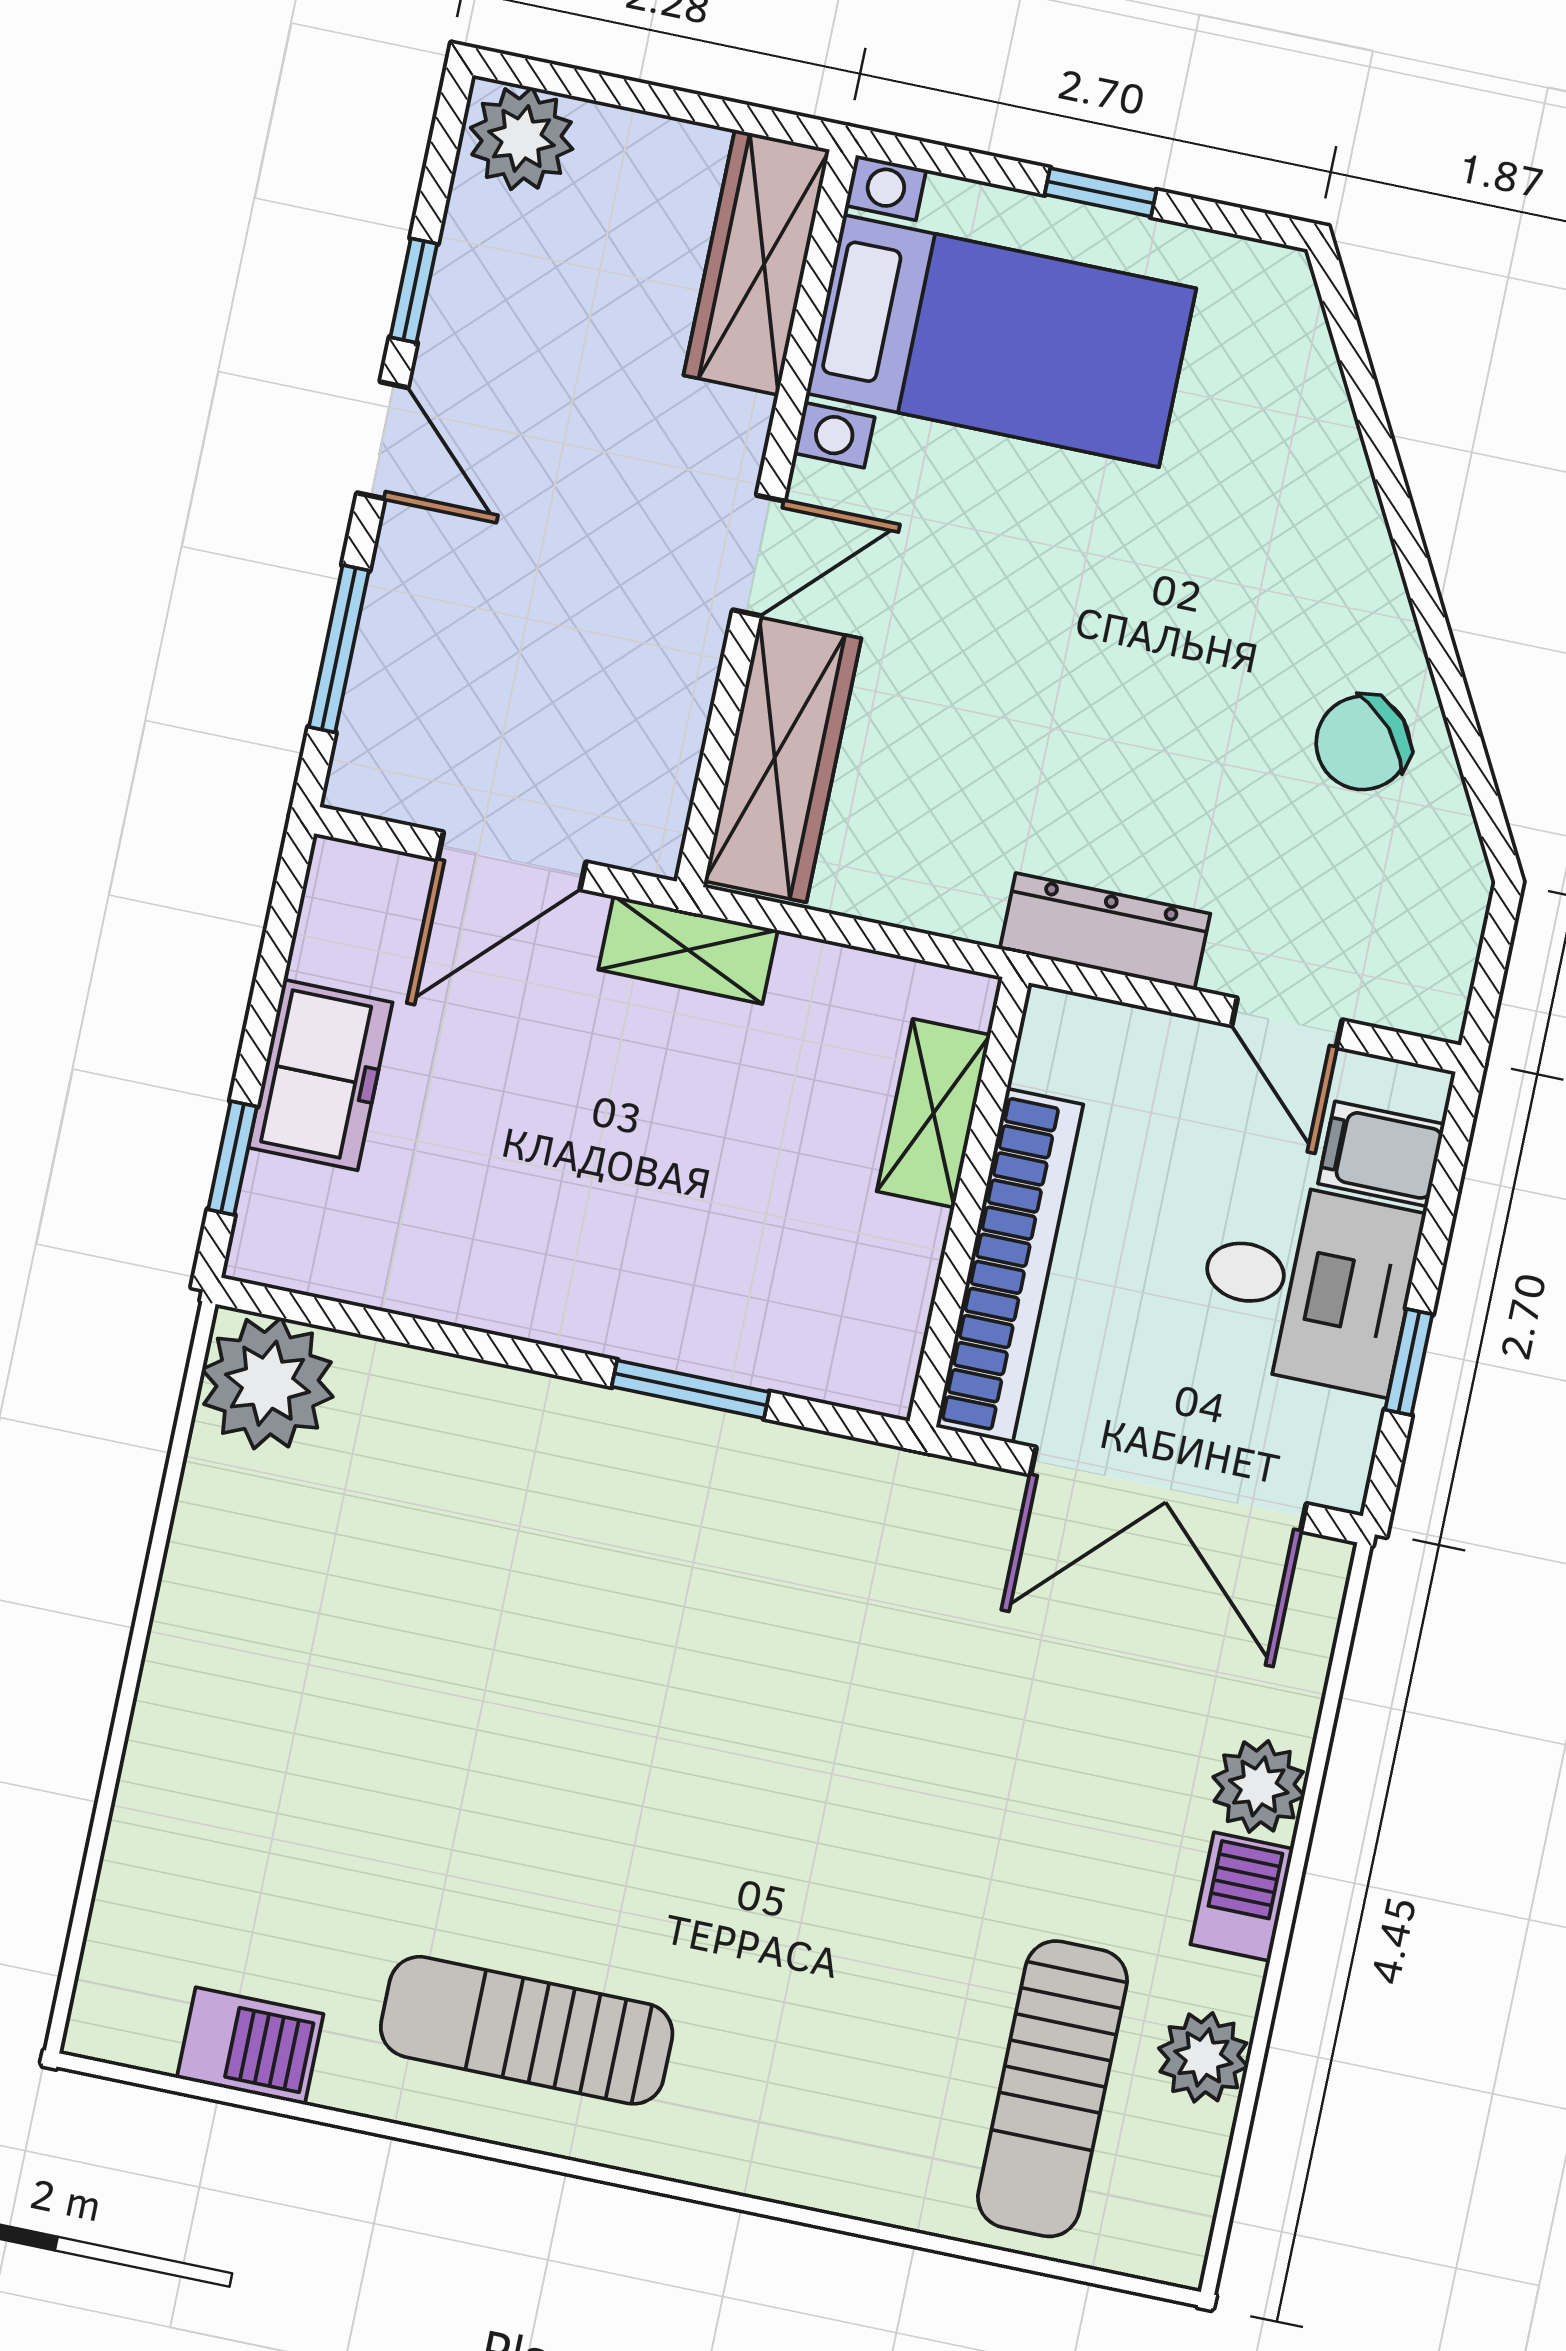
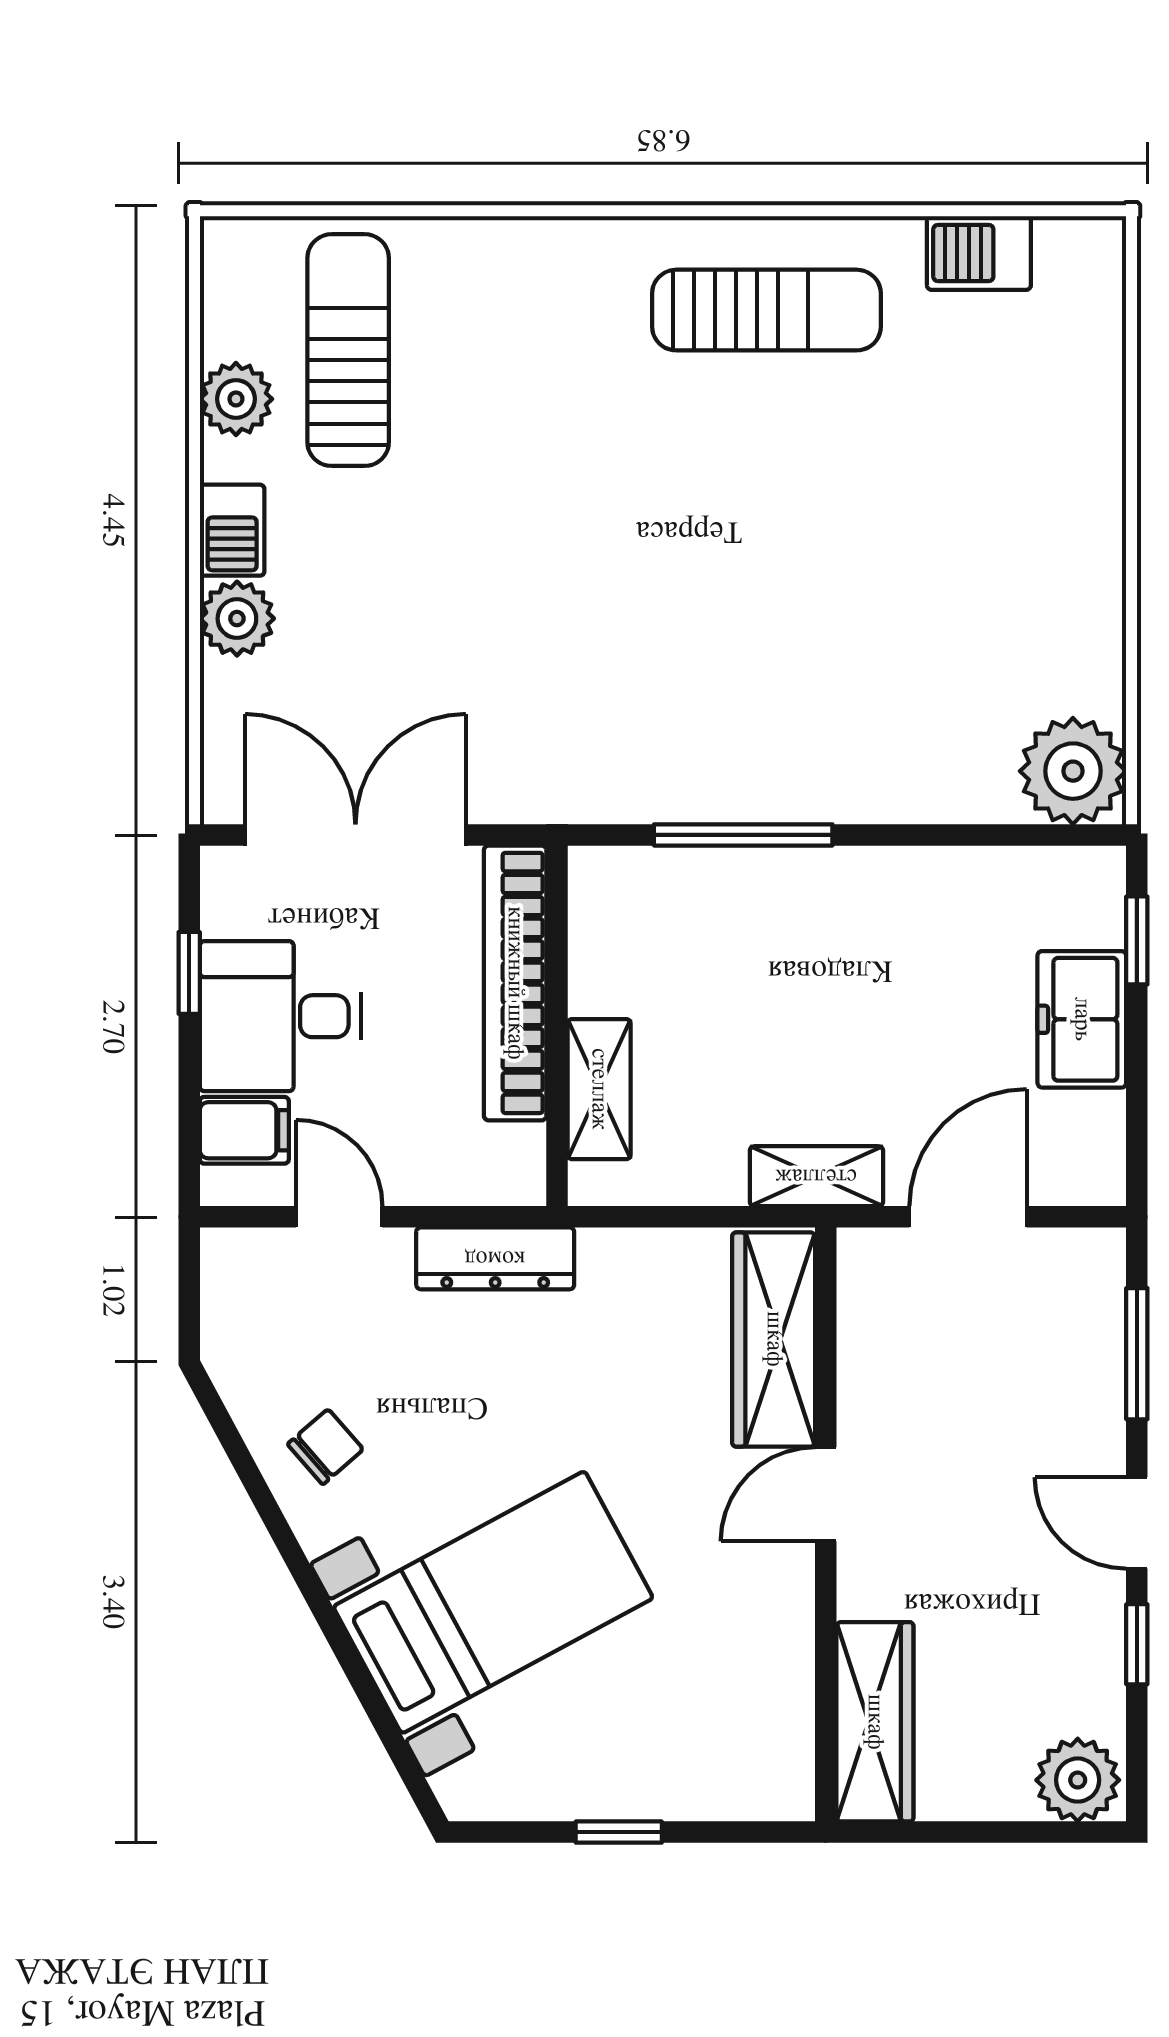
bed with nightstands: (1001, 341) -> (493, 1602), moved, turned 152
chair: (1363, 743) -> (325, 1447), width x0.73, depth x0.73
window: (690, 1389) -> (743, 835), width x1.44

